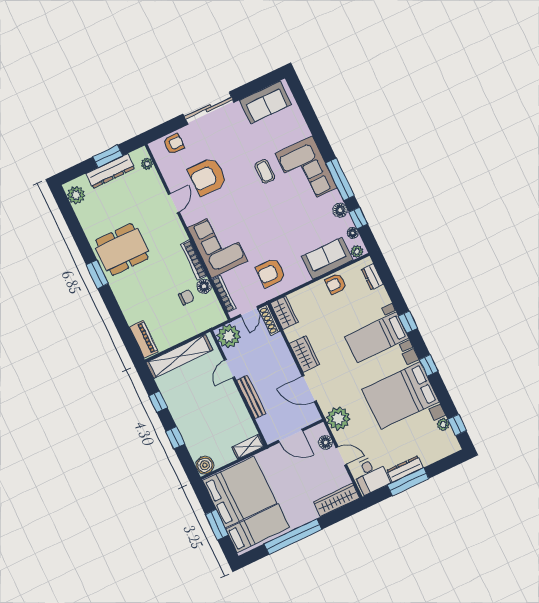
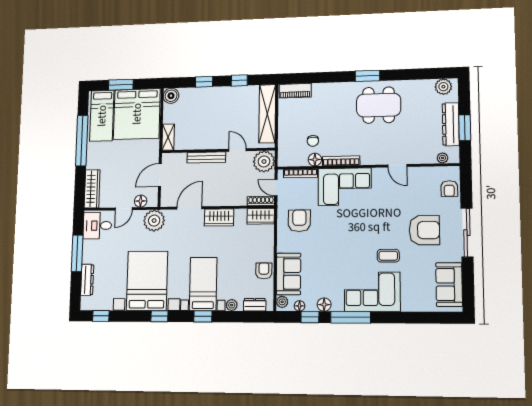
armchair: (208, 177) -> (424, 230), moved, turned 90
dining table: (122, 249) -> (379, 105), turned 90
plant: (443, 424) -> (232, 305), moved
dresser: (405, 469) -> (87, 280), moved

